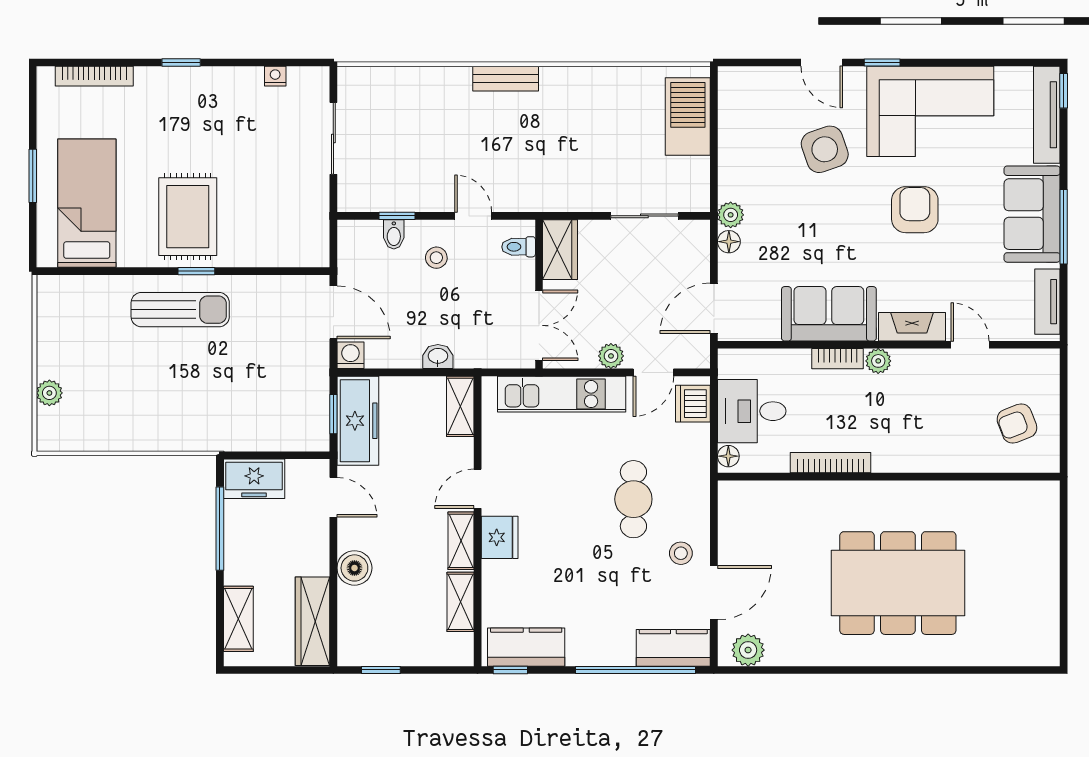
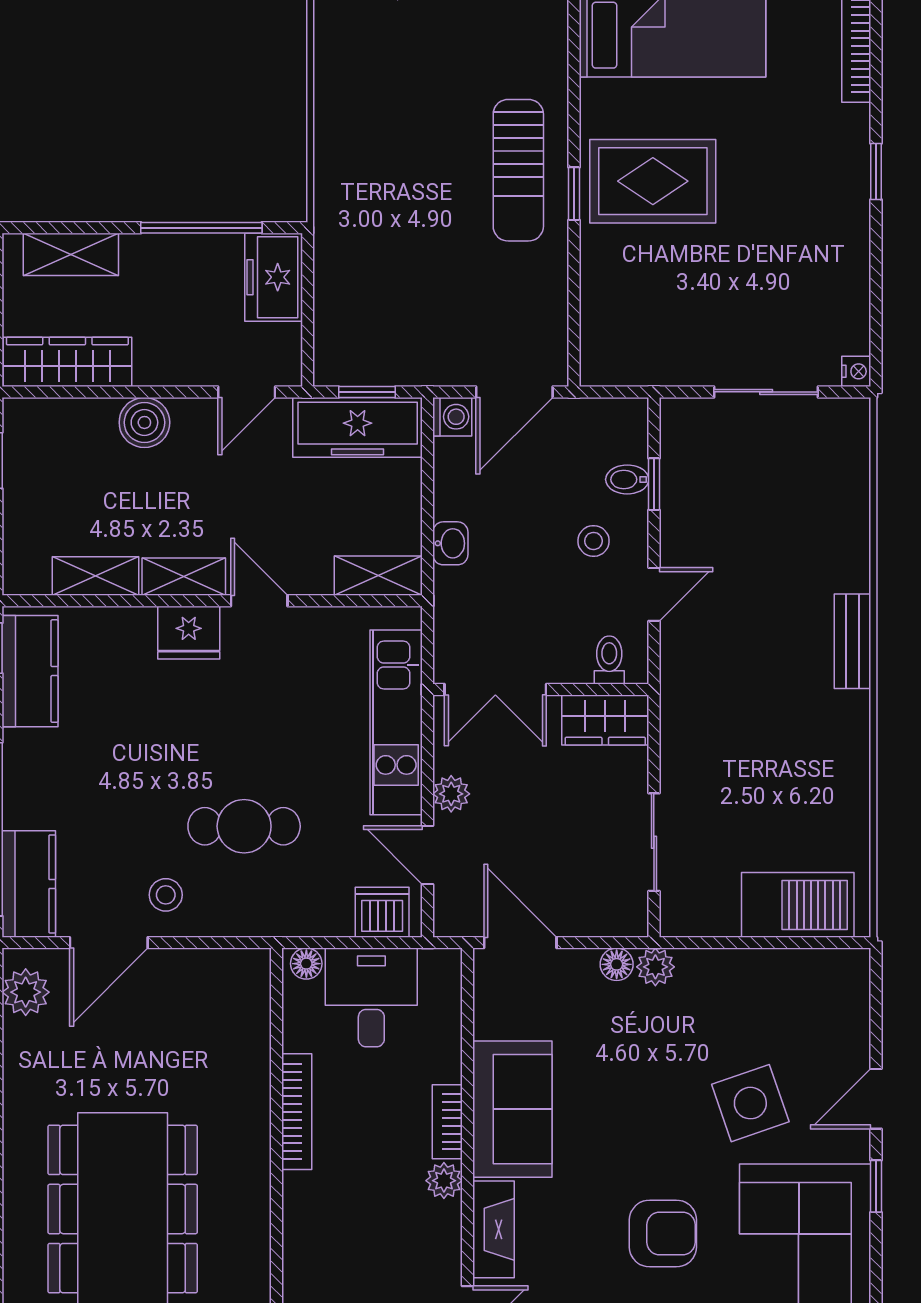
nightstand: (275, 76) -> (856, 371), moved
door: (714, 593) -> (109, 943), hinge flipped

